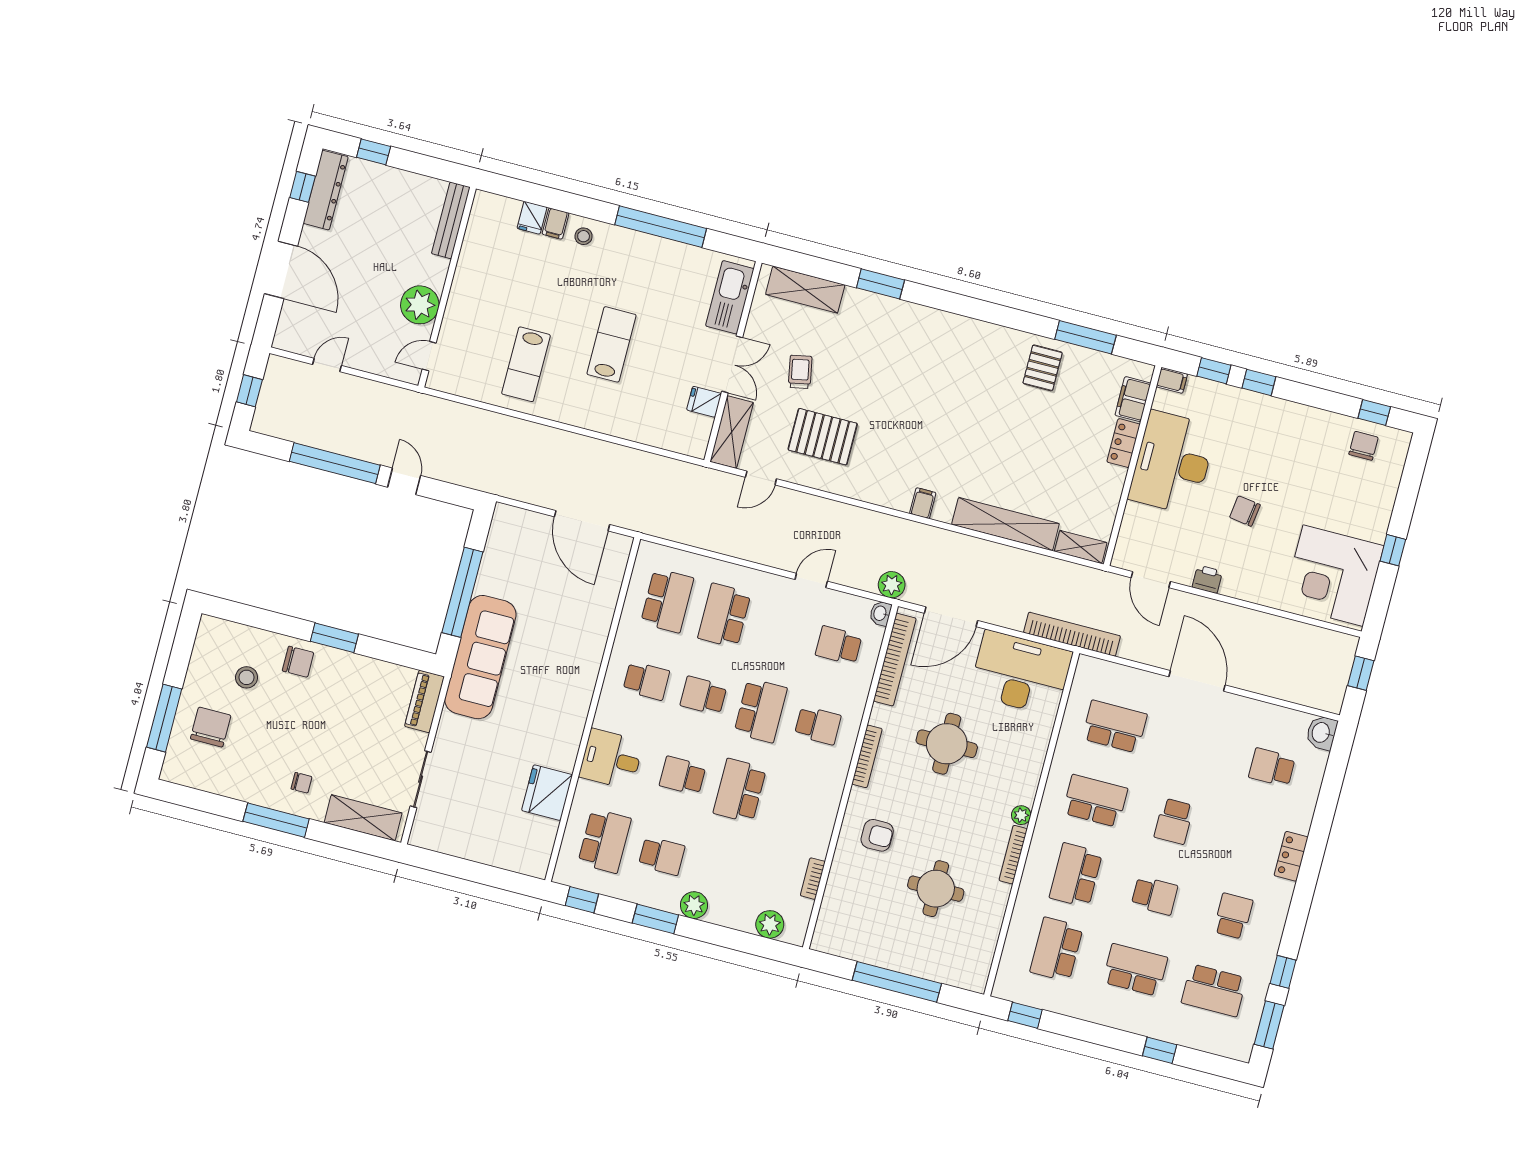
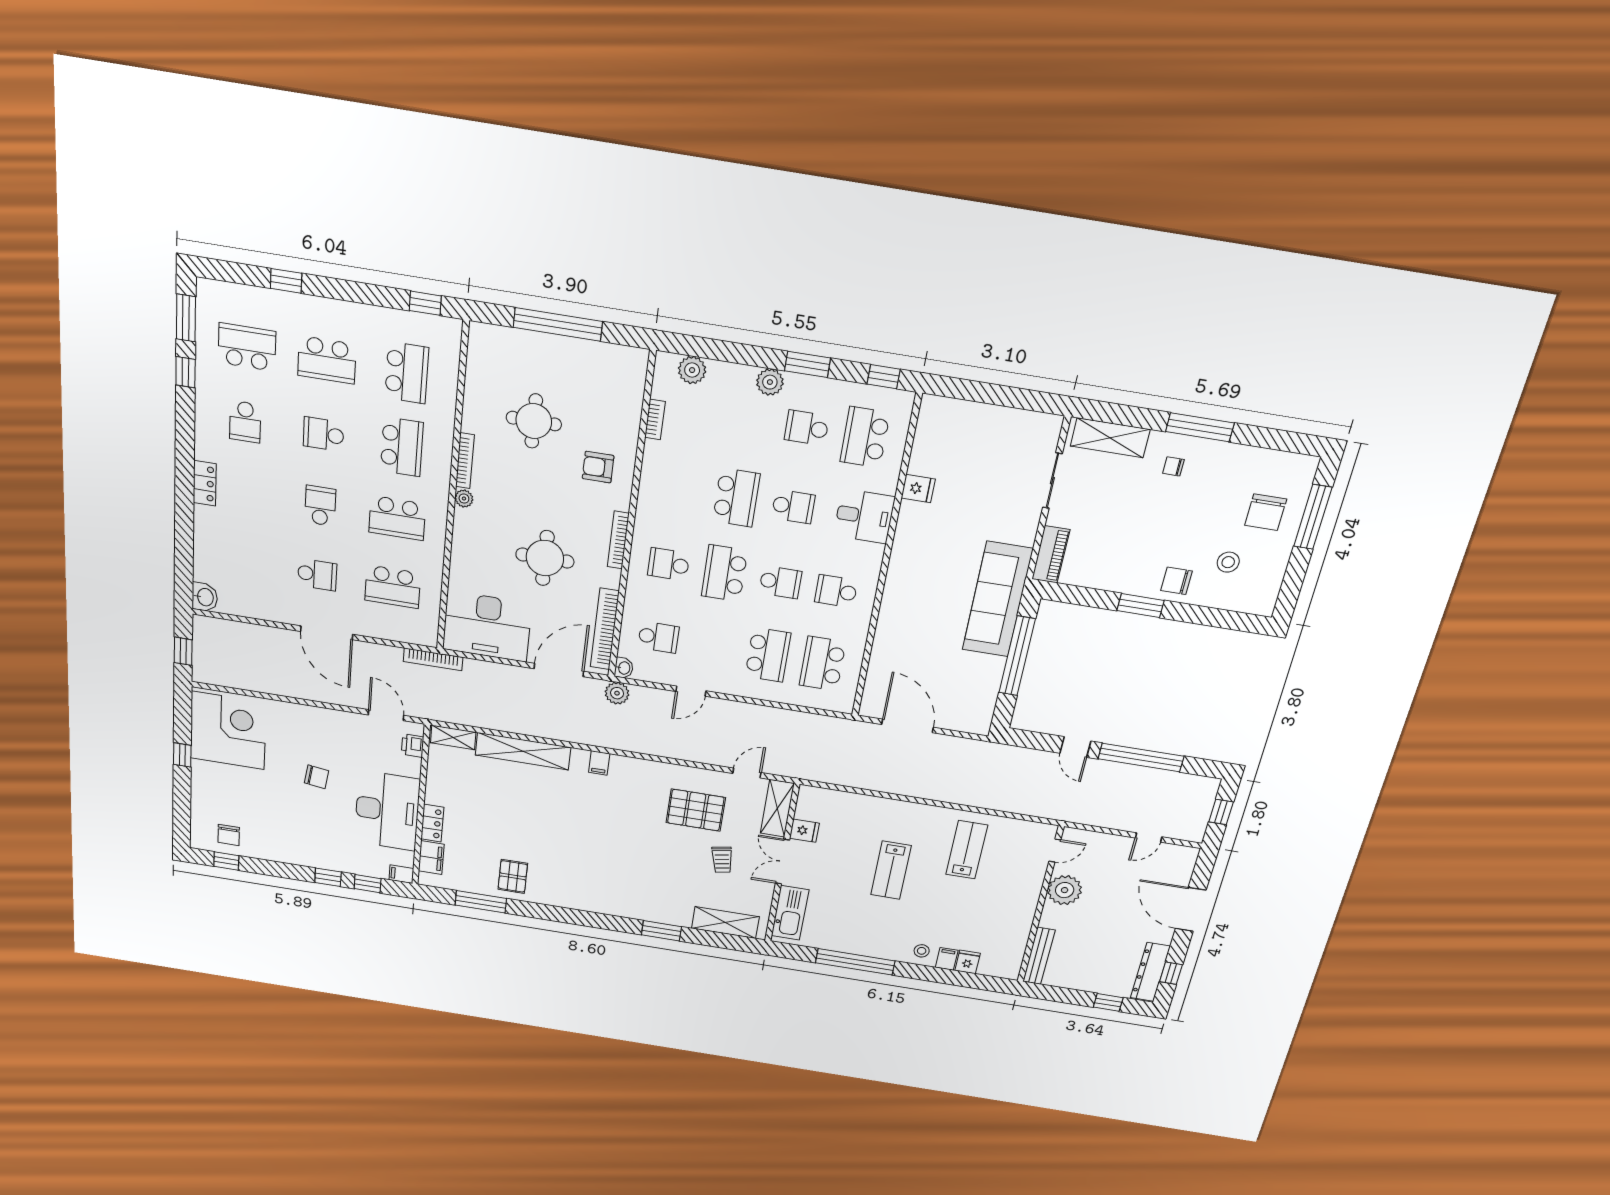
printer: (1207, 579) -> (413, 746), moved, turned 90
bookcase: (1072, 634) -> (433, 659), width x0.68, depth x0.76
school desk: (1272, 767) -> (317, 575), moved
fridge: (547, 793) -> (918, 489), width x0.53, depth x0.75

